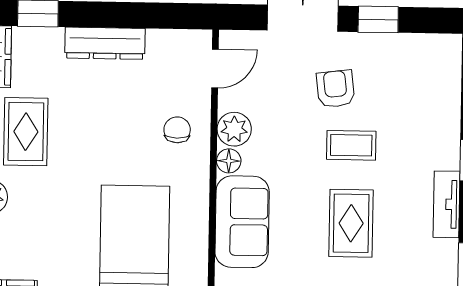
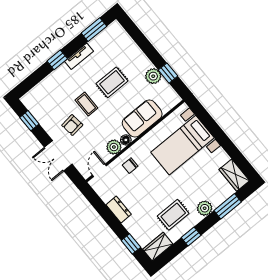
window: (378, 19) -> (29, 121), moved
dresser: (105, 43) -> (119, 210), width x0.70
door: (215, 68) -> (99, 170), hinge flipped

